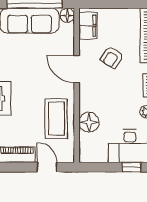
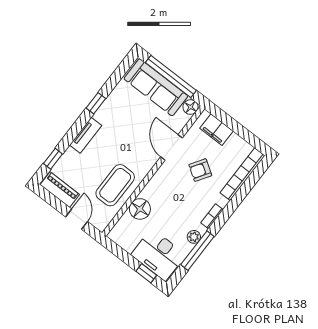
filing cabinet: (88, 26) -> (216, 130), moved, turned 90
door: (77, 69) -> (171, 147), moved

